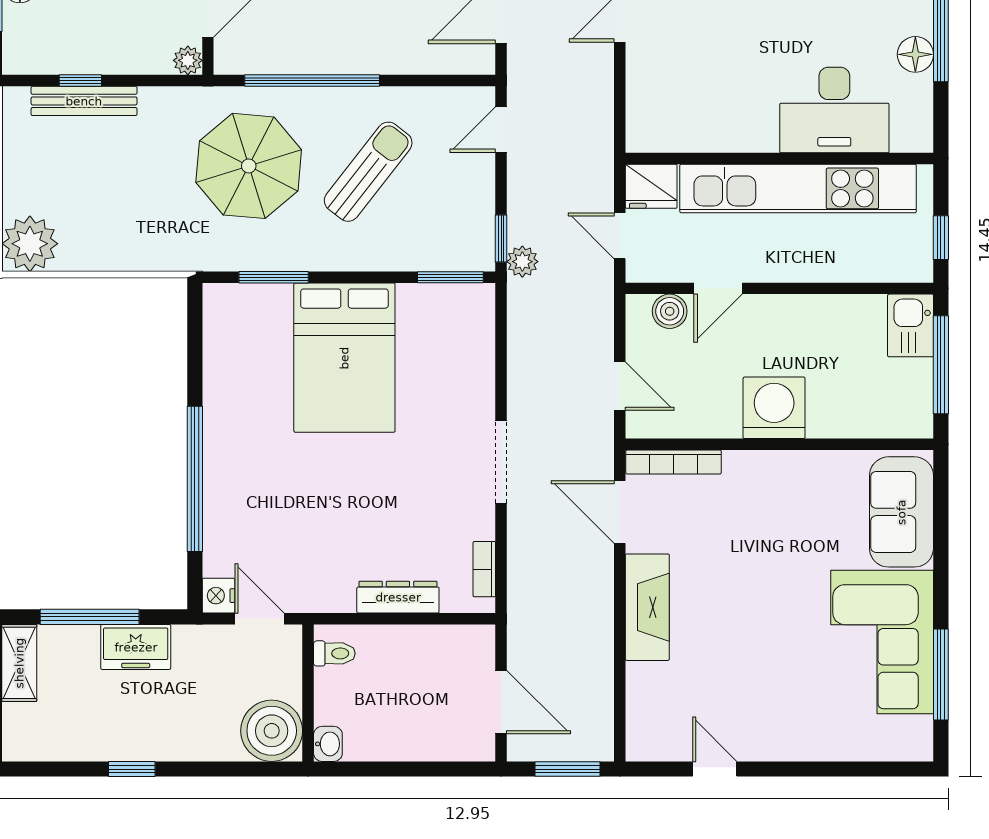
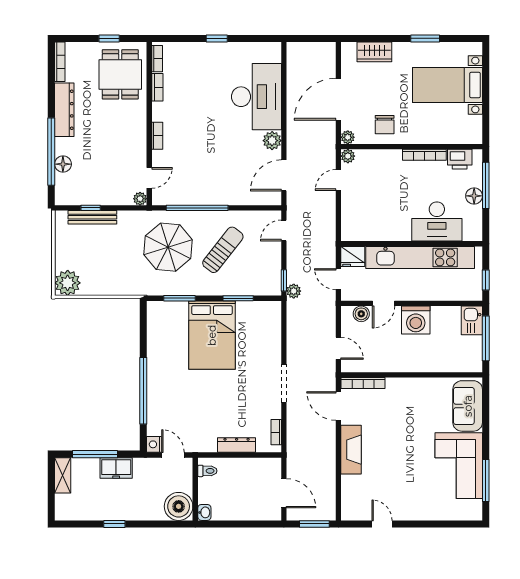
window: (450, 277) -> (238, 298), moved
washing machine: (774, 408) -> (416, 320), moved, turned 180

